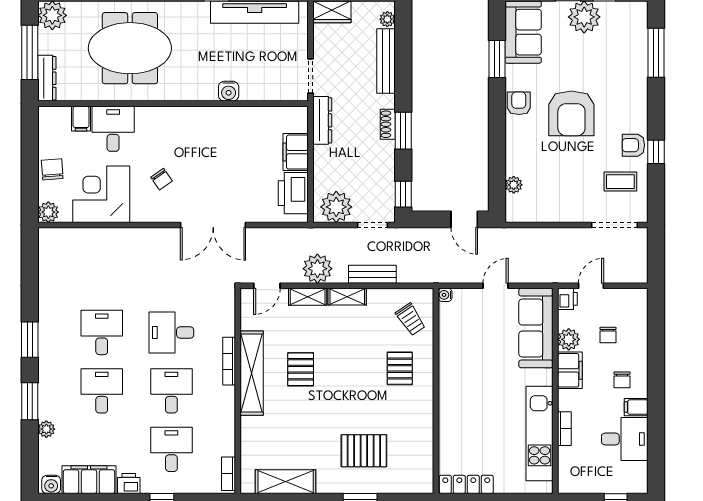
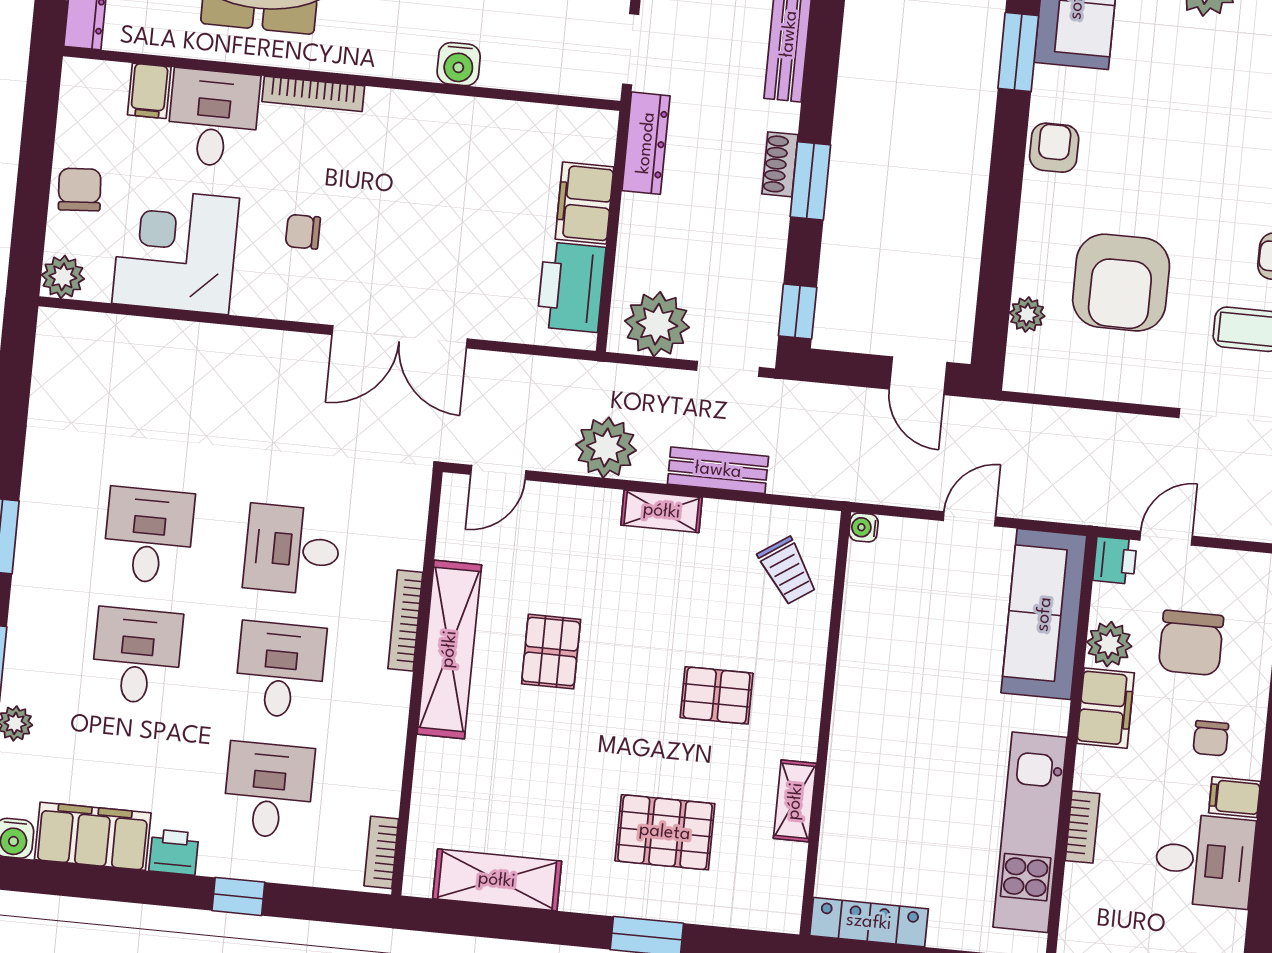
bookcase: (160, 112) -> (313, 94), added
armchair: (571, 113) -> (1121, 283), moved
chair: (162, 179) -> (303, 232), turned 125
shelving: (308, 297) -> (795, 801), moved, turned 90
chair: (608, 335) -> (1191, 643), width x1.87, depth x1.87
pallet: (400, 368) -> (717, 695), moved, turned 90

